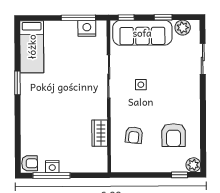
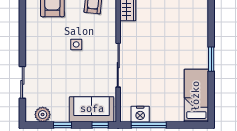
sofa: (142, 33) -> (92, 109), width x0.73
side table: (141, 85) -> (76, 44), moved

